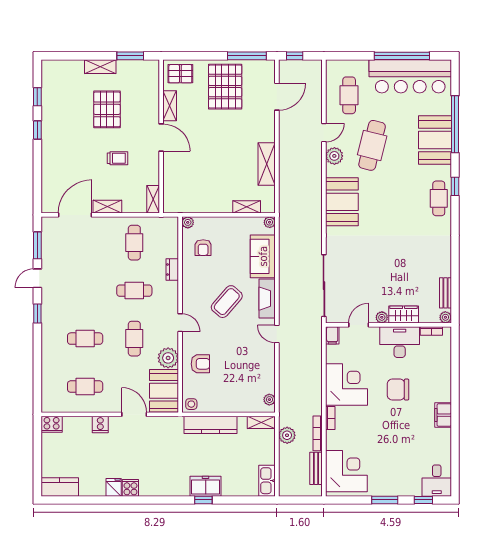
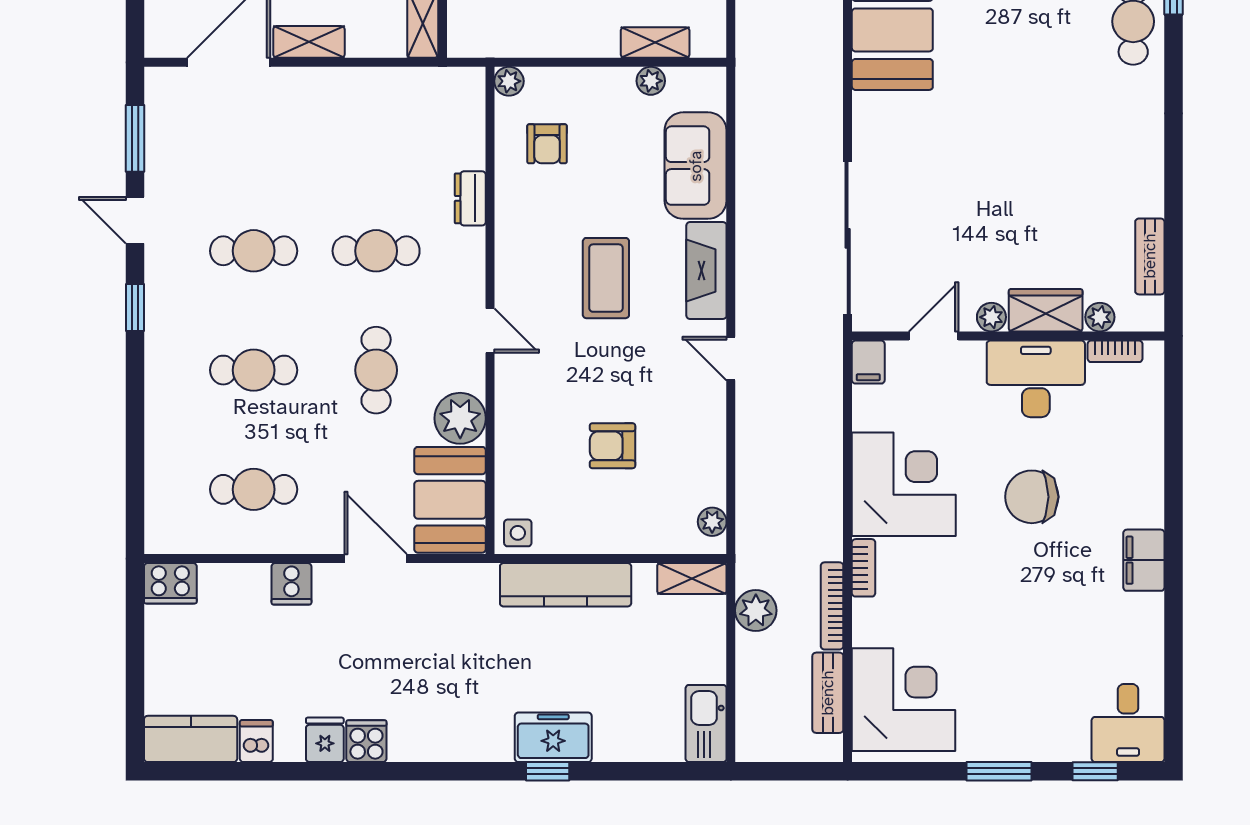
plant: (270, 222) -> (651, 81), moved
cafe table: (134, 243) -> (254, 251), moved, turned 90
door: (37, 278) -> (135, 220), hinge flipped
coffee table: (227, 302) -> (606, 278), turned -41
plant: (445, 317) -> (1100, 317), moved
armchair: (200, 364) -> (612, 446), moved, turned 180
dishwasher: (86, 488) -> (256, 741), added

